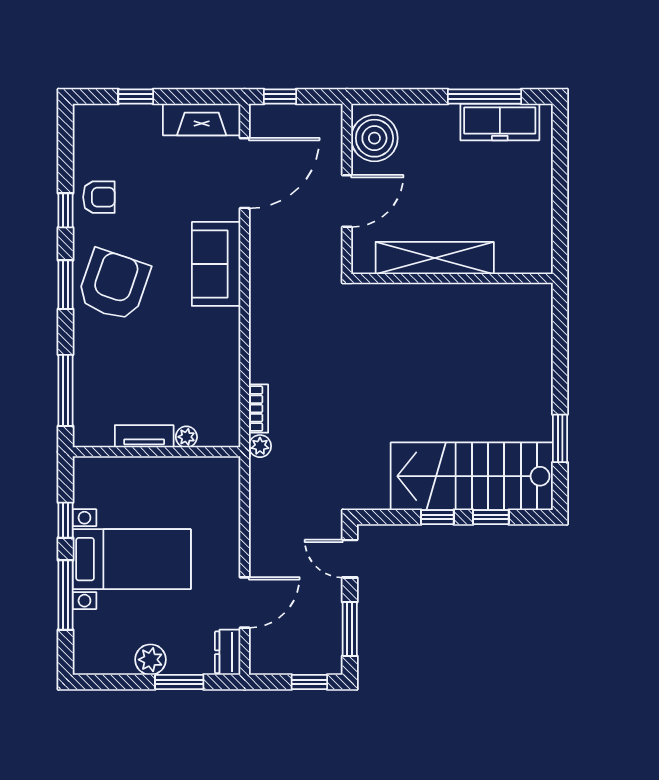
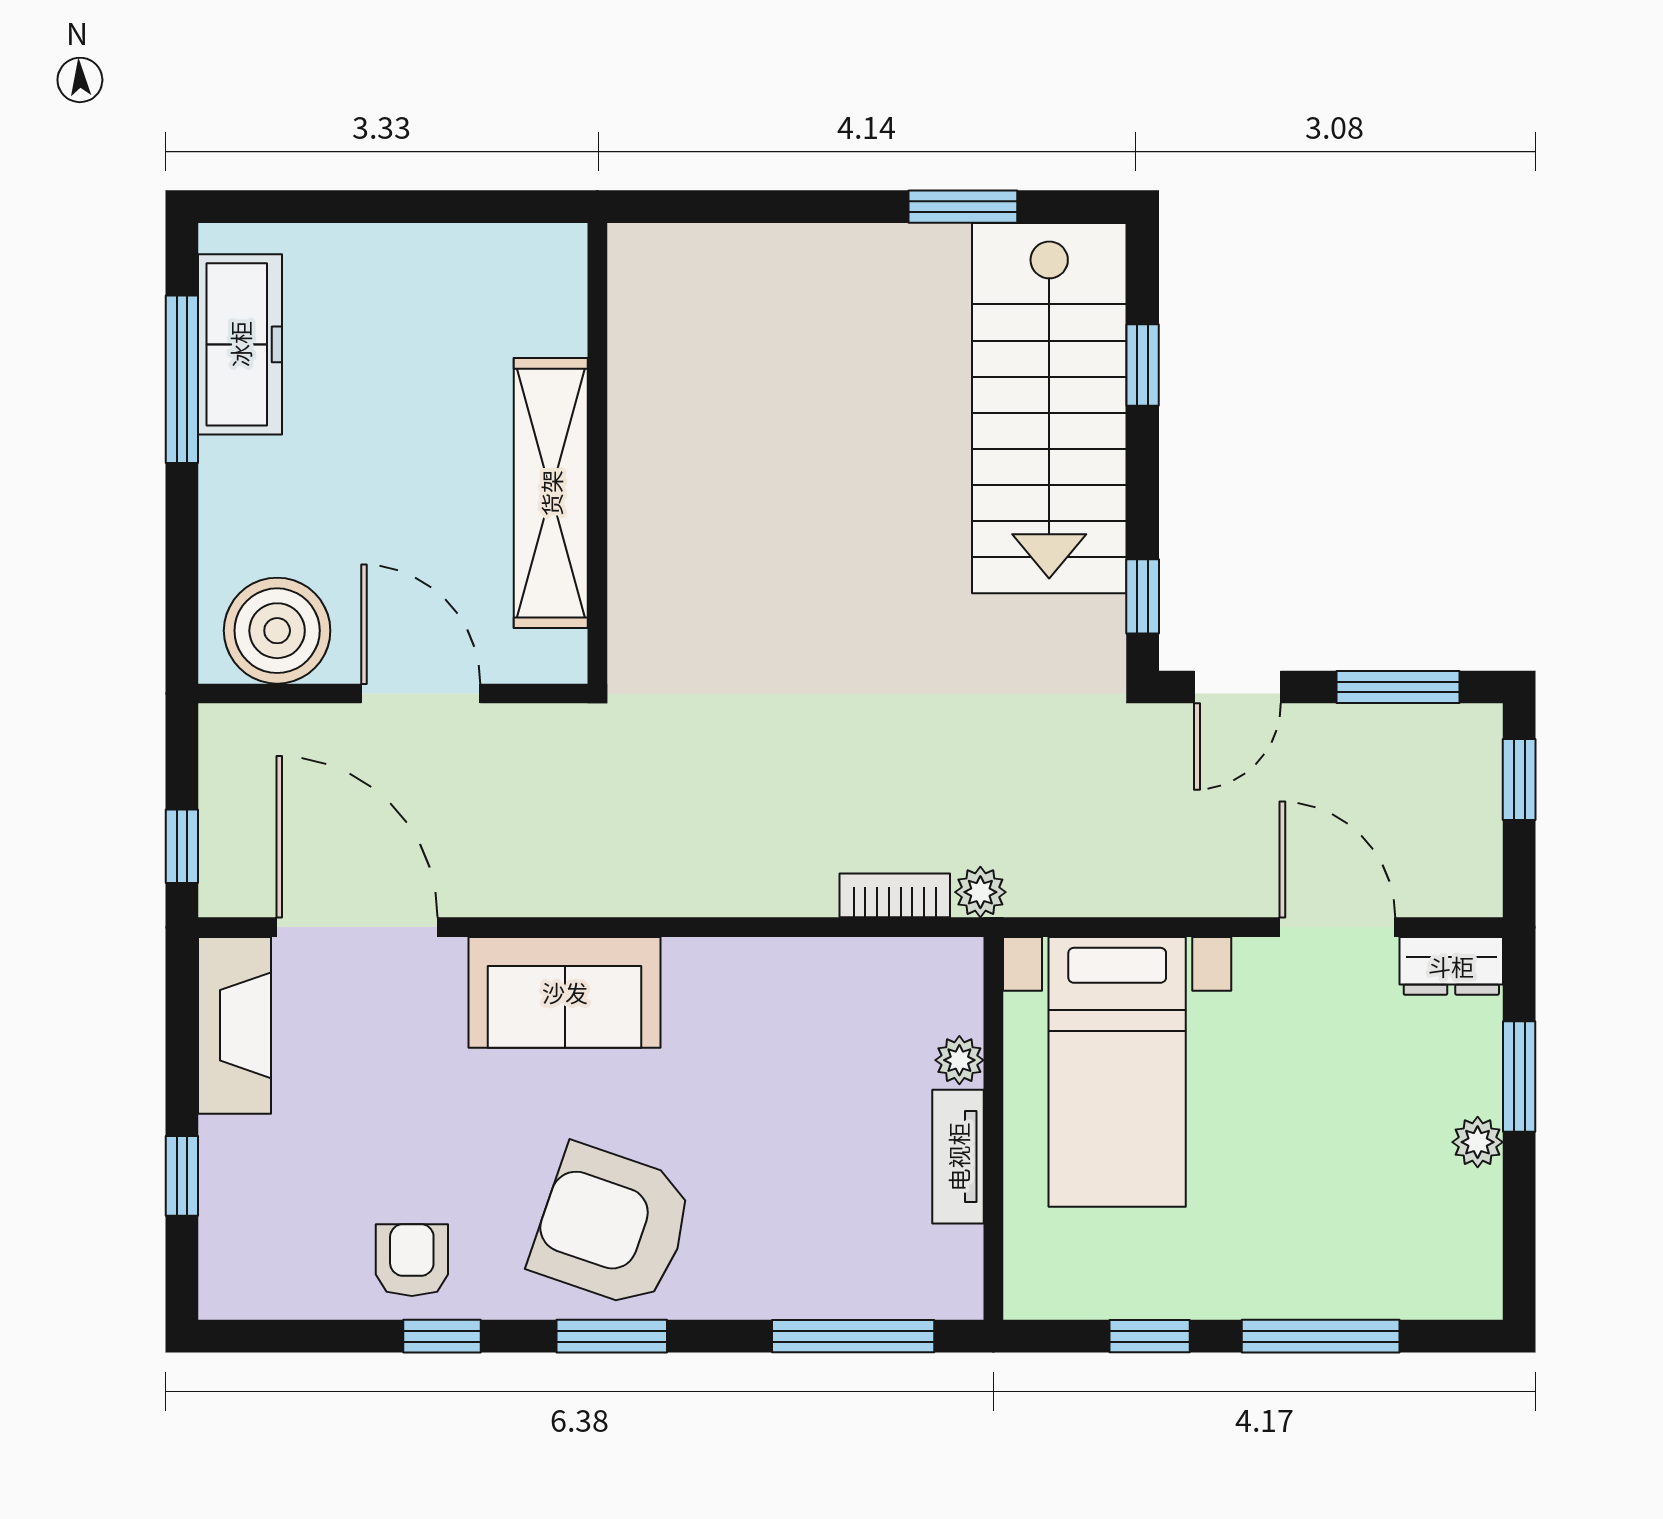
window: (437, 517) -> (1143, 596), moved
bed with nightstands: (132, 559) -> (1117, 1072), moved, turned 180
plant: (150, 660) -> (1478, 1142), width x0.73, depth x0.73

